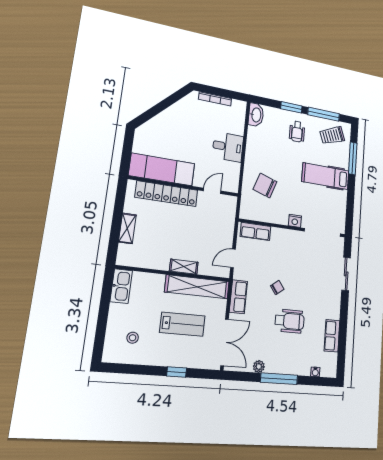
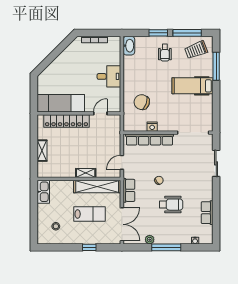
nightstand: (295, 221) -> (152, 127), moved
row of seats: (256, 231) -> (150, 140), width x2.02

